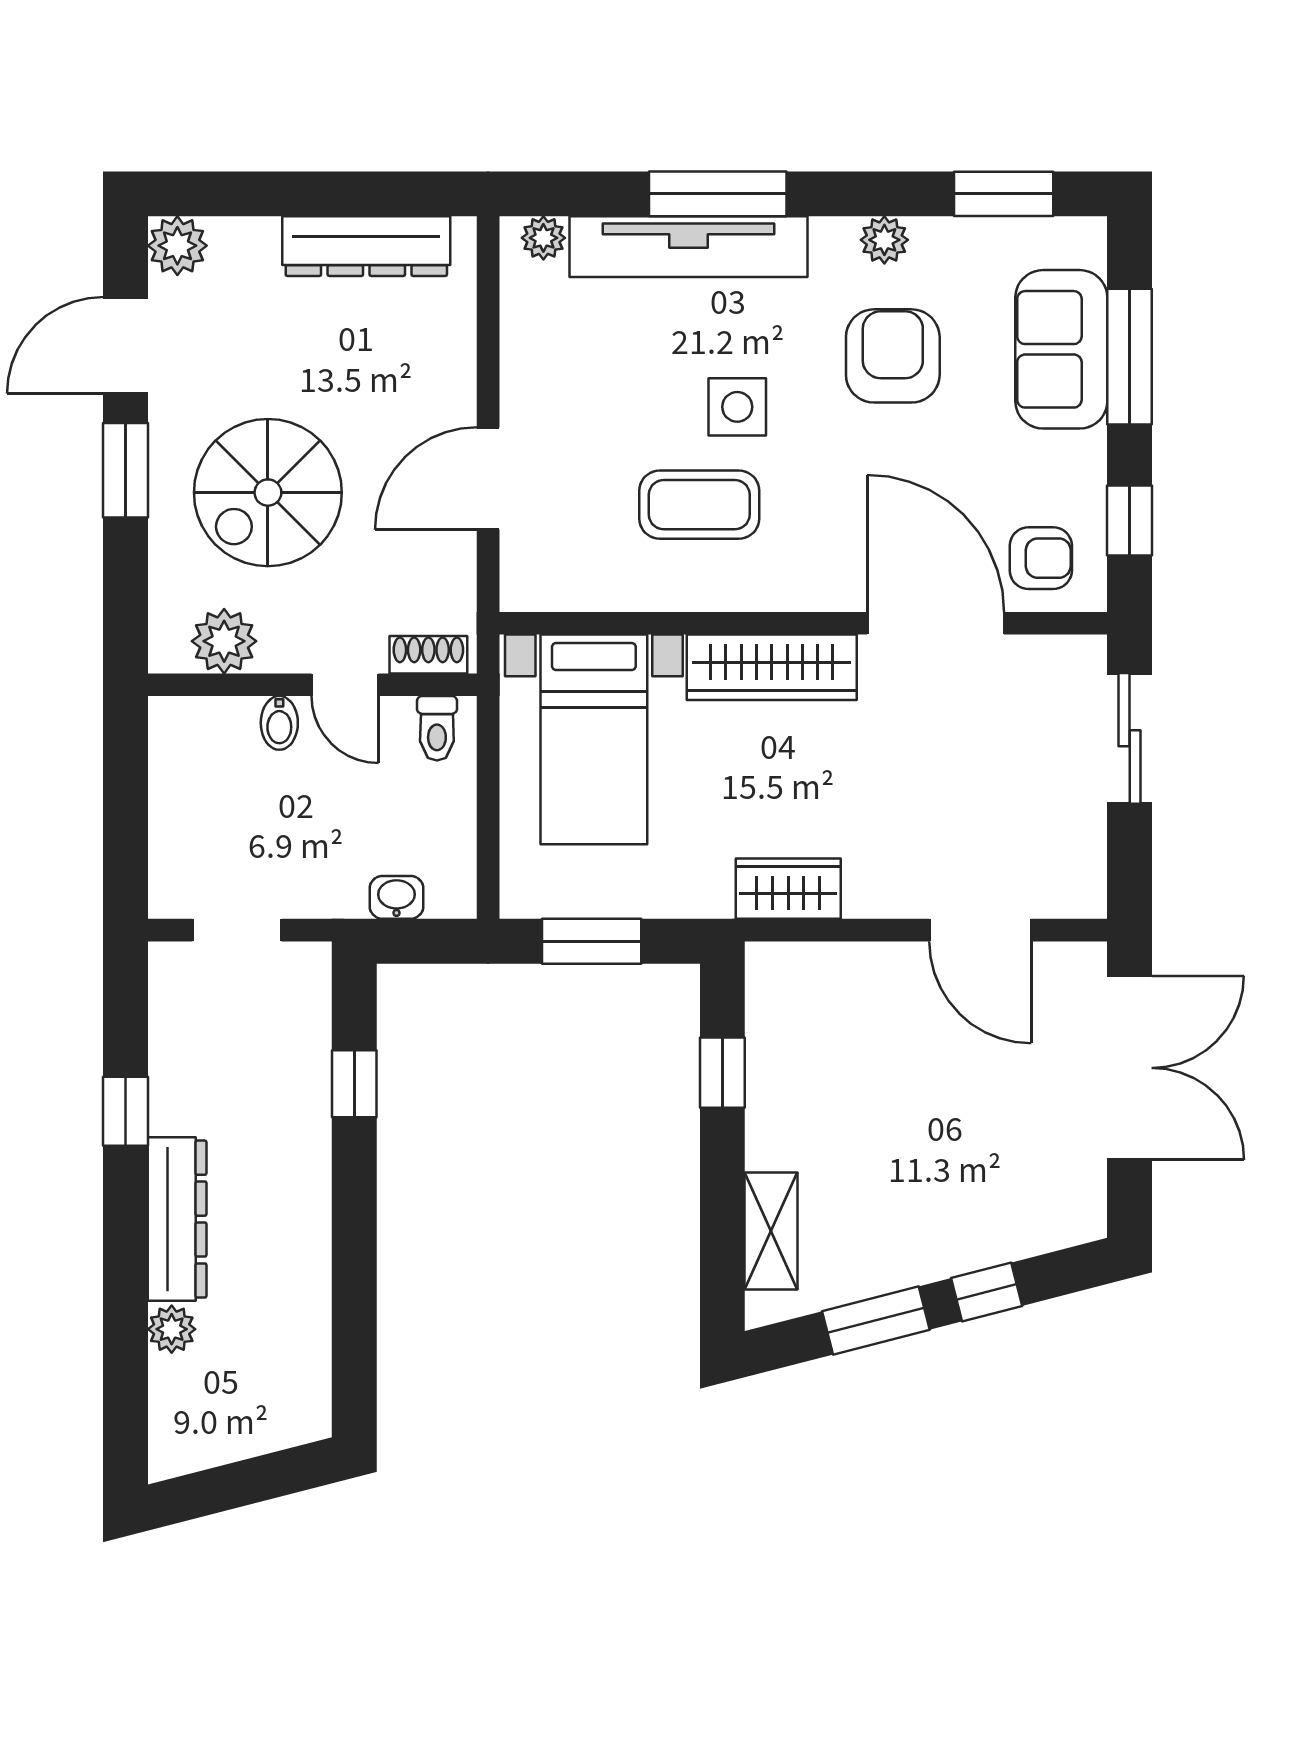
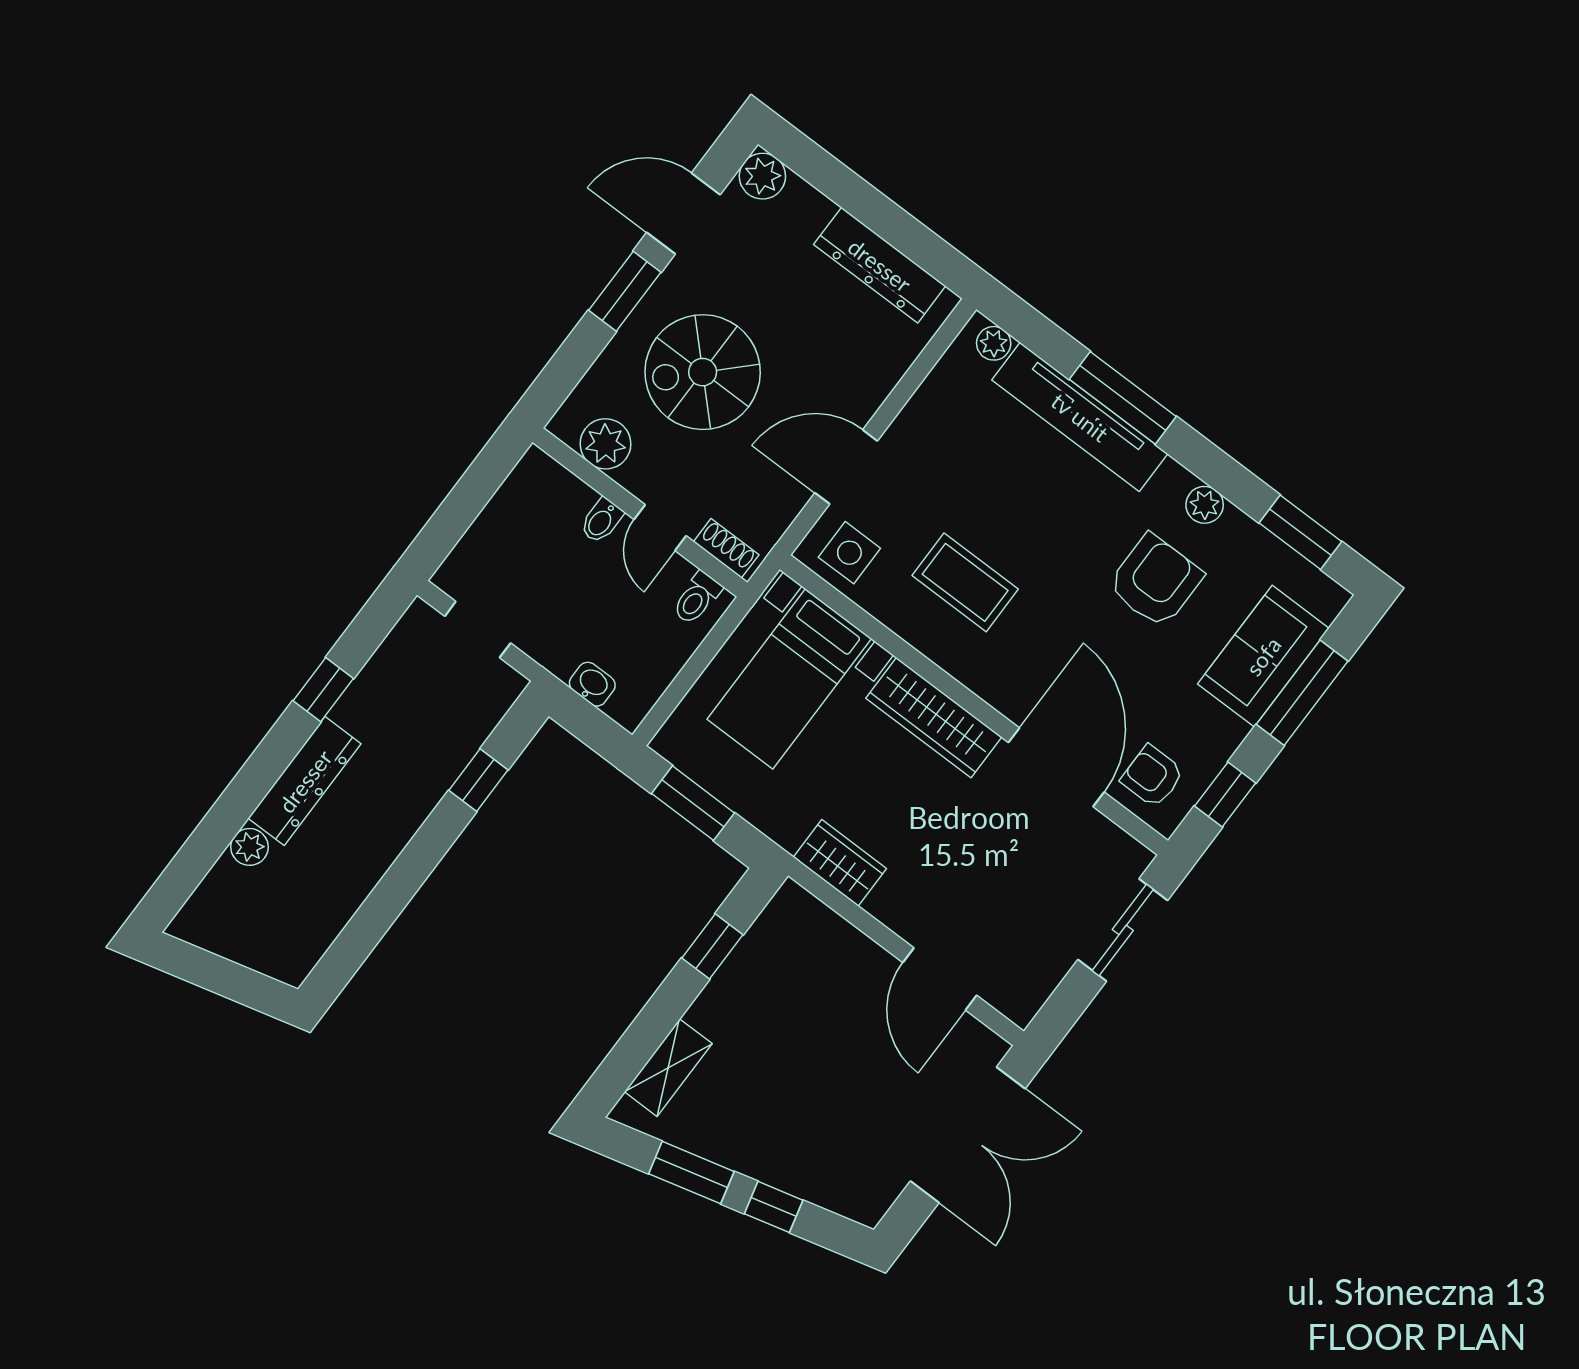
side table: (737, 407) -> (849, 553), moved
armchair: (1041, 558) -> (1152, 776), turned 180

